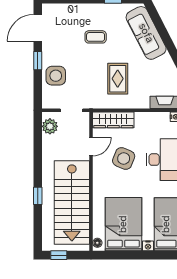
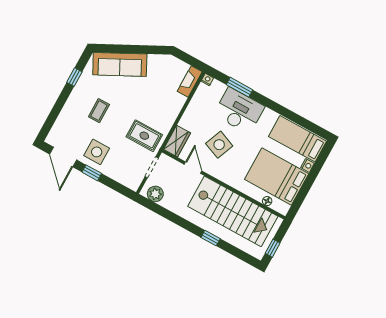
side table: (56, 76) -> (97, 152), moved
rug: (118, 79) -> (144, 136), moved
wardrobe: (113, 120) -> (177, 141), width x0.67
floor lamp: (97, 243) -> (267, 201), moved

